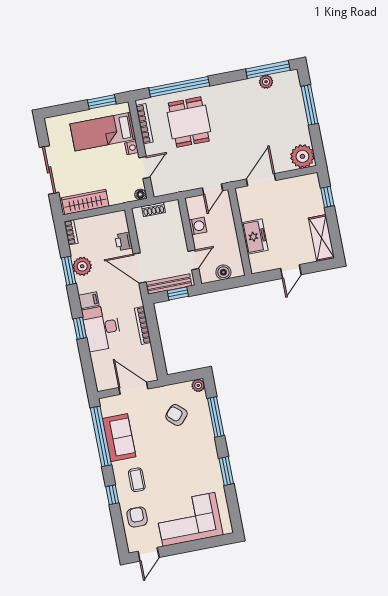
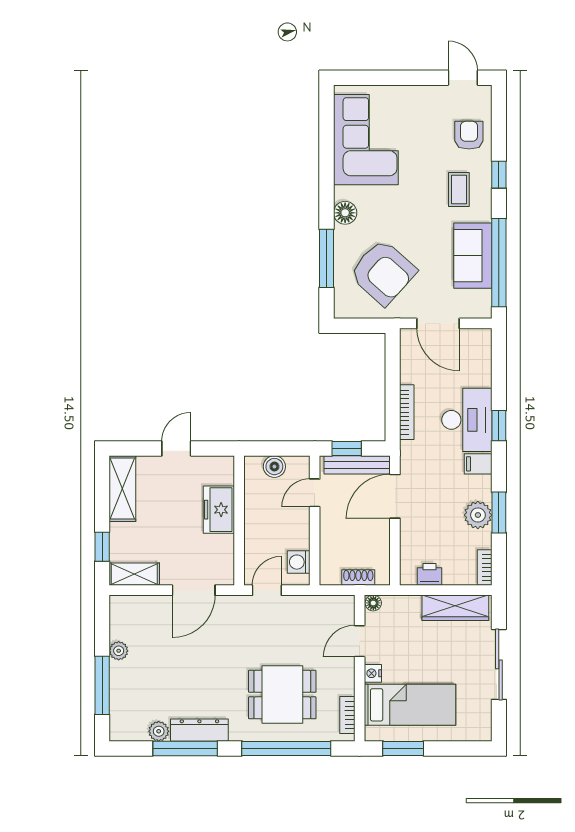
window: (268, 70) -> (185, 748), moved
dresser: (239, 88) -> (199, 730), added
dining table: (189, 122) -> (282, 695), turned 90
bookcase: (144, 124) -> (347, 715), width x0.64
plant: (302, 156) -> (119, 651), moved, width x0.53, depth x0.53
shelving: (302, 183) -> (134, 574), added
washing machine: (198, 226) -> (299, 562), moved
printer: (124, 241) -> (429, 574), moved, turned -90
door: (140, 268) -> (395, 496), swing flipped
plant: (198, 385) -> (343, 309), removed
armchair: (176, 415) -> (383, 272), width x1.88, depth x1.88
floor lamp: (209, 450) -> (345, 213), added
window: (226, 471) -> (326, 177), removed
armchair: (137, 517) -> (469, 135), turned 180
corner sofa: (189, 519) -> (366, 140), moved, turned -90
door: (149, 554) -> (463, 78), hinge flipped

